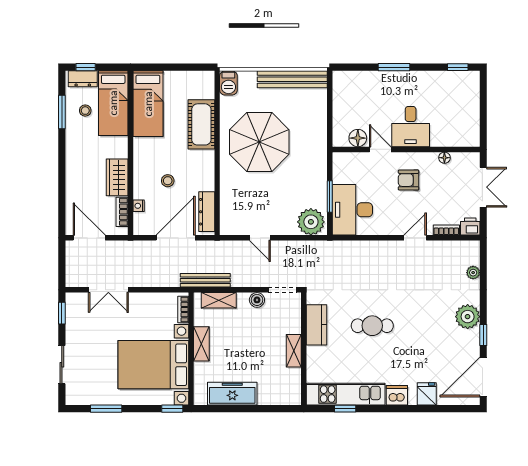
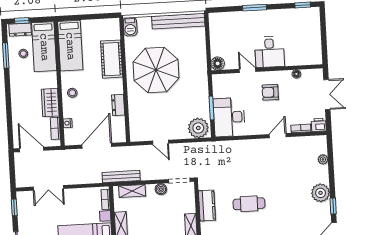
floor lamp: (358, 138) -> (218, 63), moved
stool: (168, 181) -> (72, 93), moved
dresser: (207, 212) -> (118, 105), moved, width x0.70

